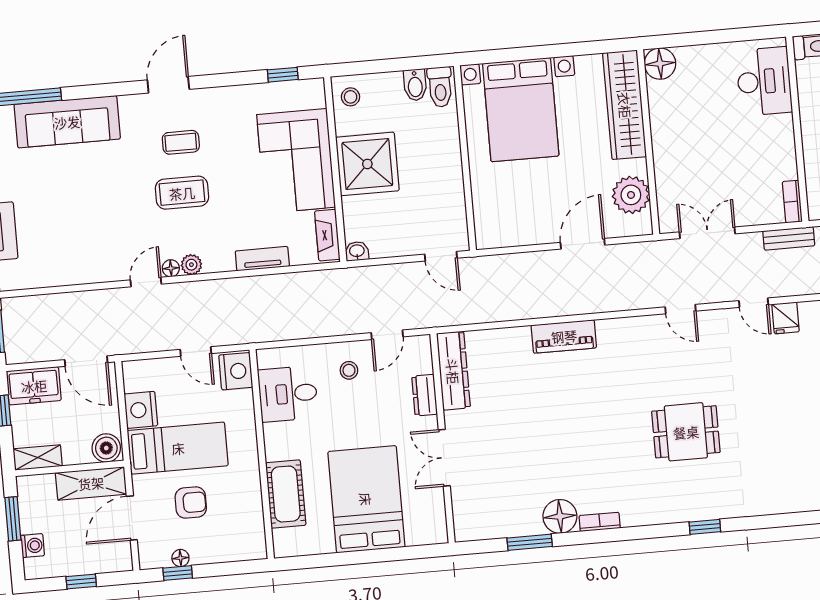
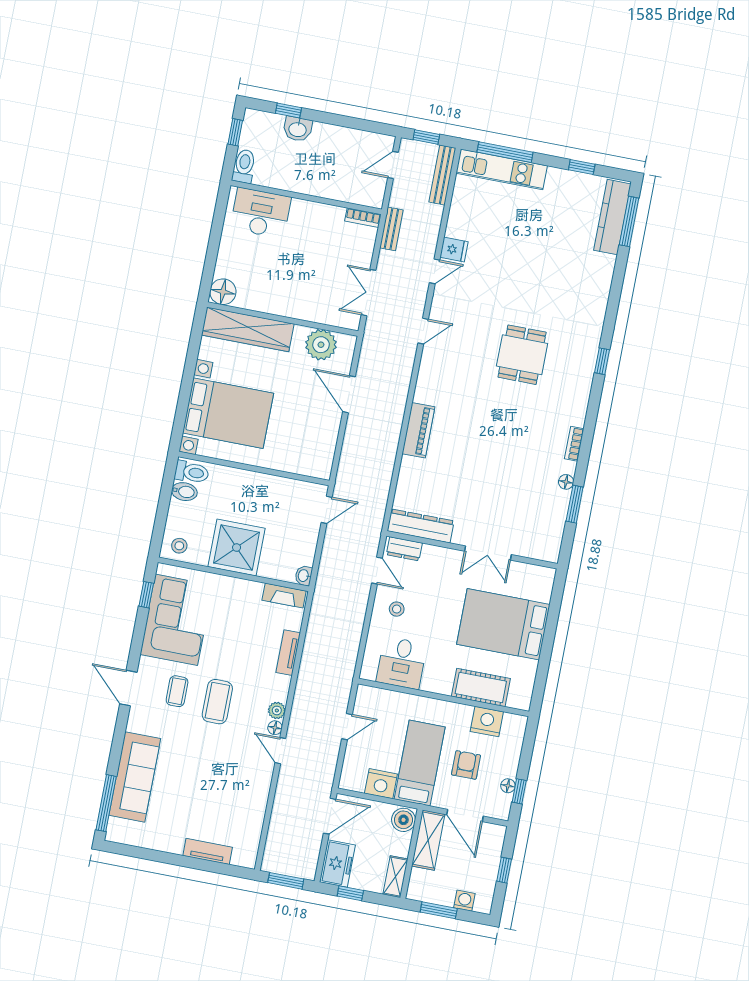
corner sofa: (296, 161) -> (176, 620), moved, turned -90
nightstand: (236, 371) -> (487, 722), moved
dresser: (425, 395) -> (404, 549), moved
floor lamp: (560, 516) -> (566, 482), width x0.53, depth x0.53

